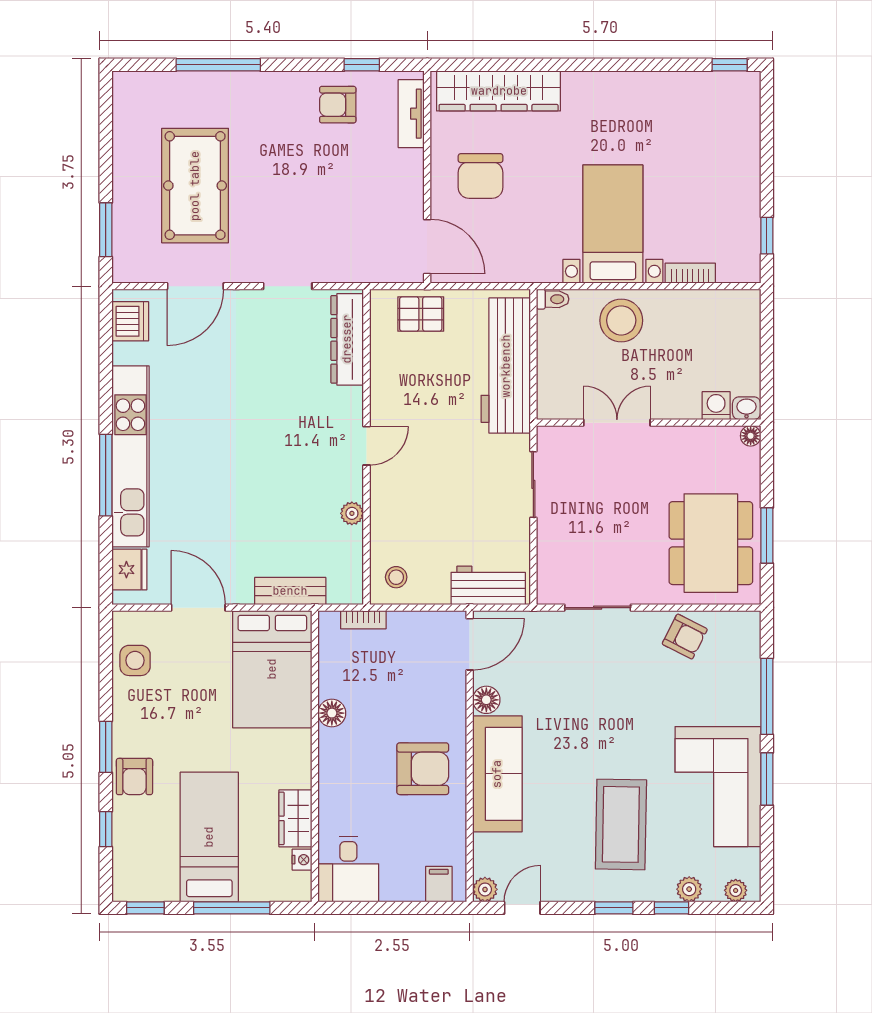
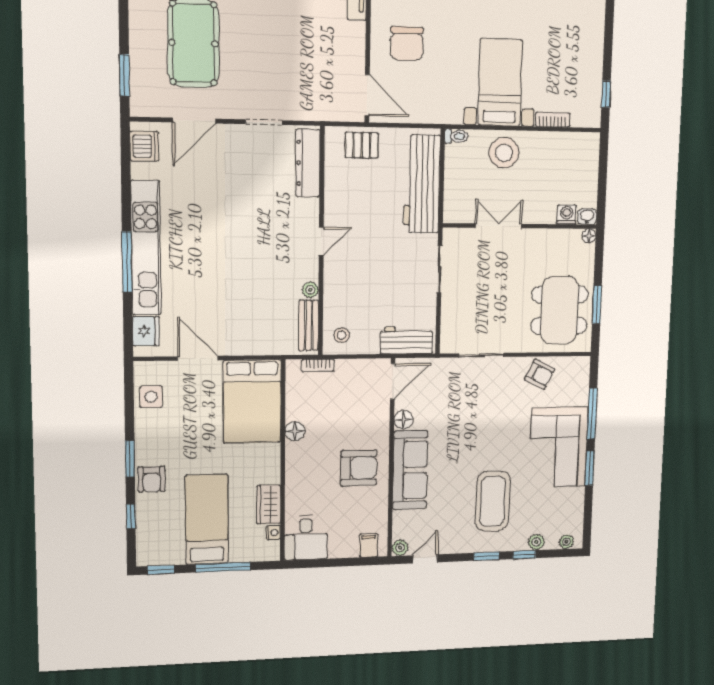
bench: (290, 591) -> (309, 325), moved, turned 90
corner sofa: (718, 787) -> (559, 447), moved

